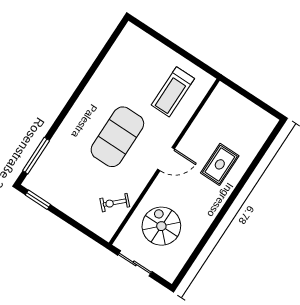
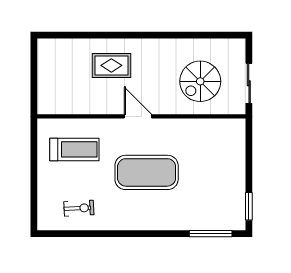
exercise bike: (115, 203) -> (79, 208), moved, turned -49

